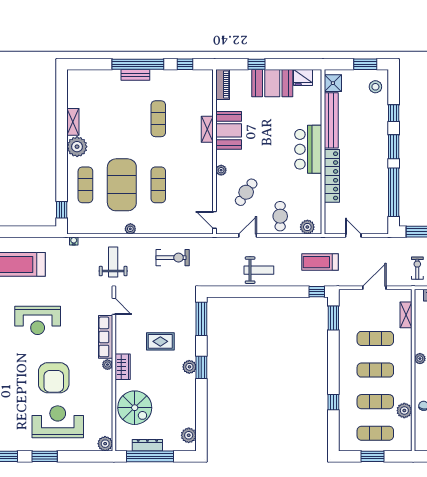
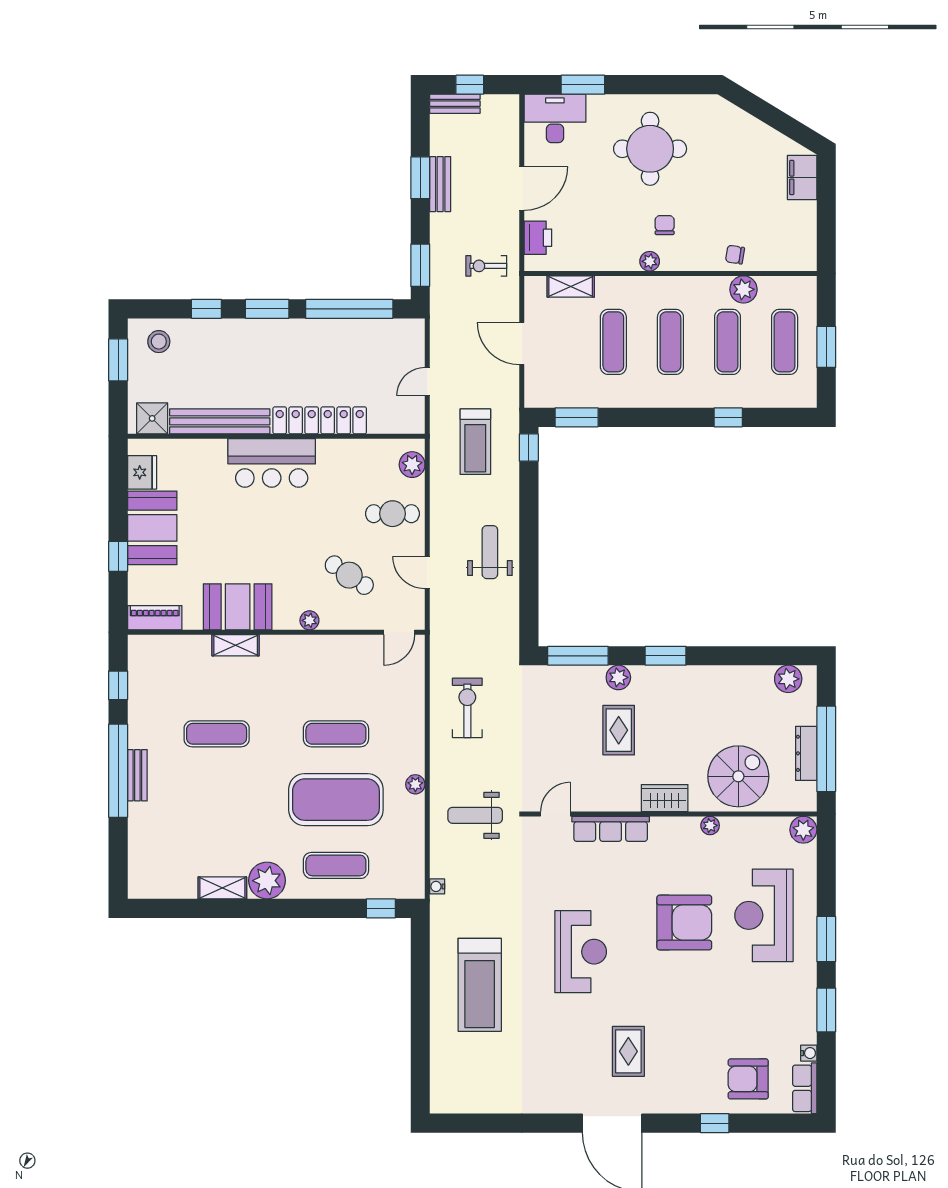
plant: (107, 365) -> (710, 825), moved
plant: (189, 367) -> (618, 677), moved

